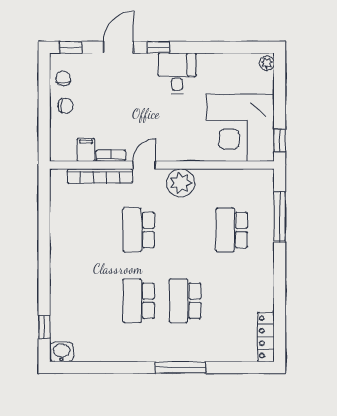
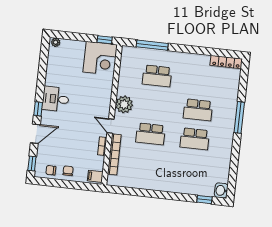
door: (119, 47) -> (35, 134), swing flipped
corner desk: (240, 128) -> (100, 58), width x0.74, depth x0.74
filing cabinet: (86, 150) -> (95, 176), moved

